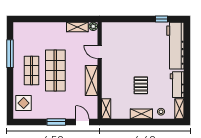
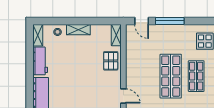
shelving: (91, 81) -> (132, 65), removed
pallet: (141, 85) -> (111, 61), moved
window: (56, 122) -> (170, 21), width x1.44

